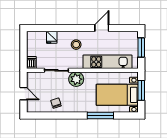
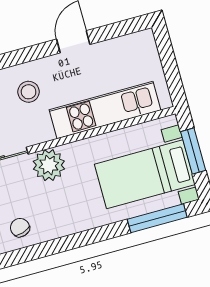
window: (141, 48) -> (168, 60), removed
window: (100, 116) -> (157, 218), moved

